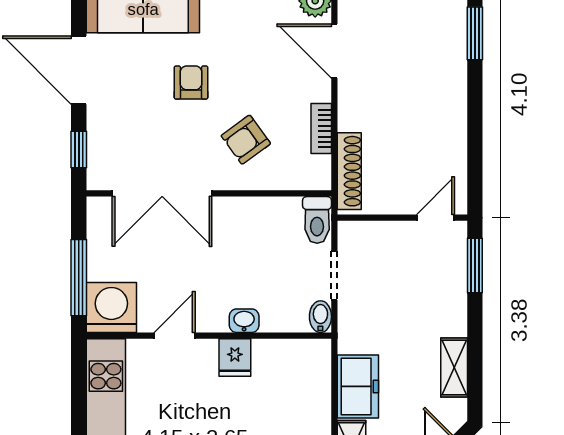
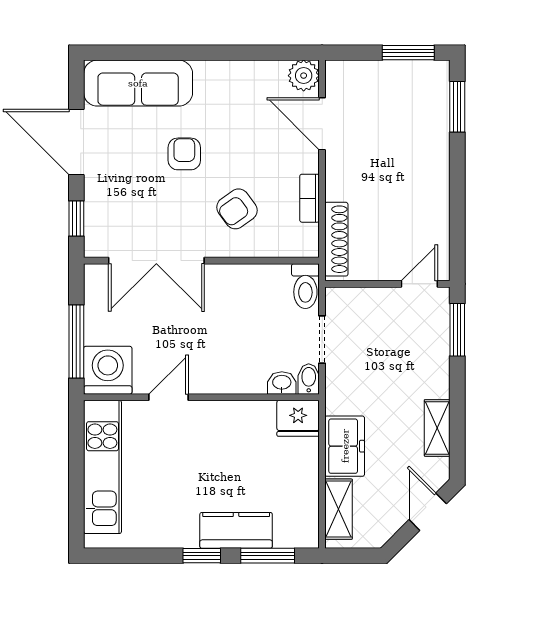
washbasin: (244, 321) -> (282, 383), moved
fridge: (235, 357) -> (298, 418), moved, width x1.38

